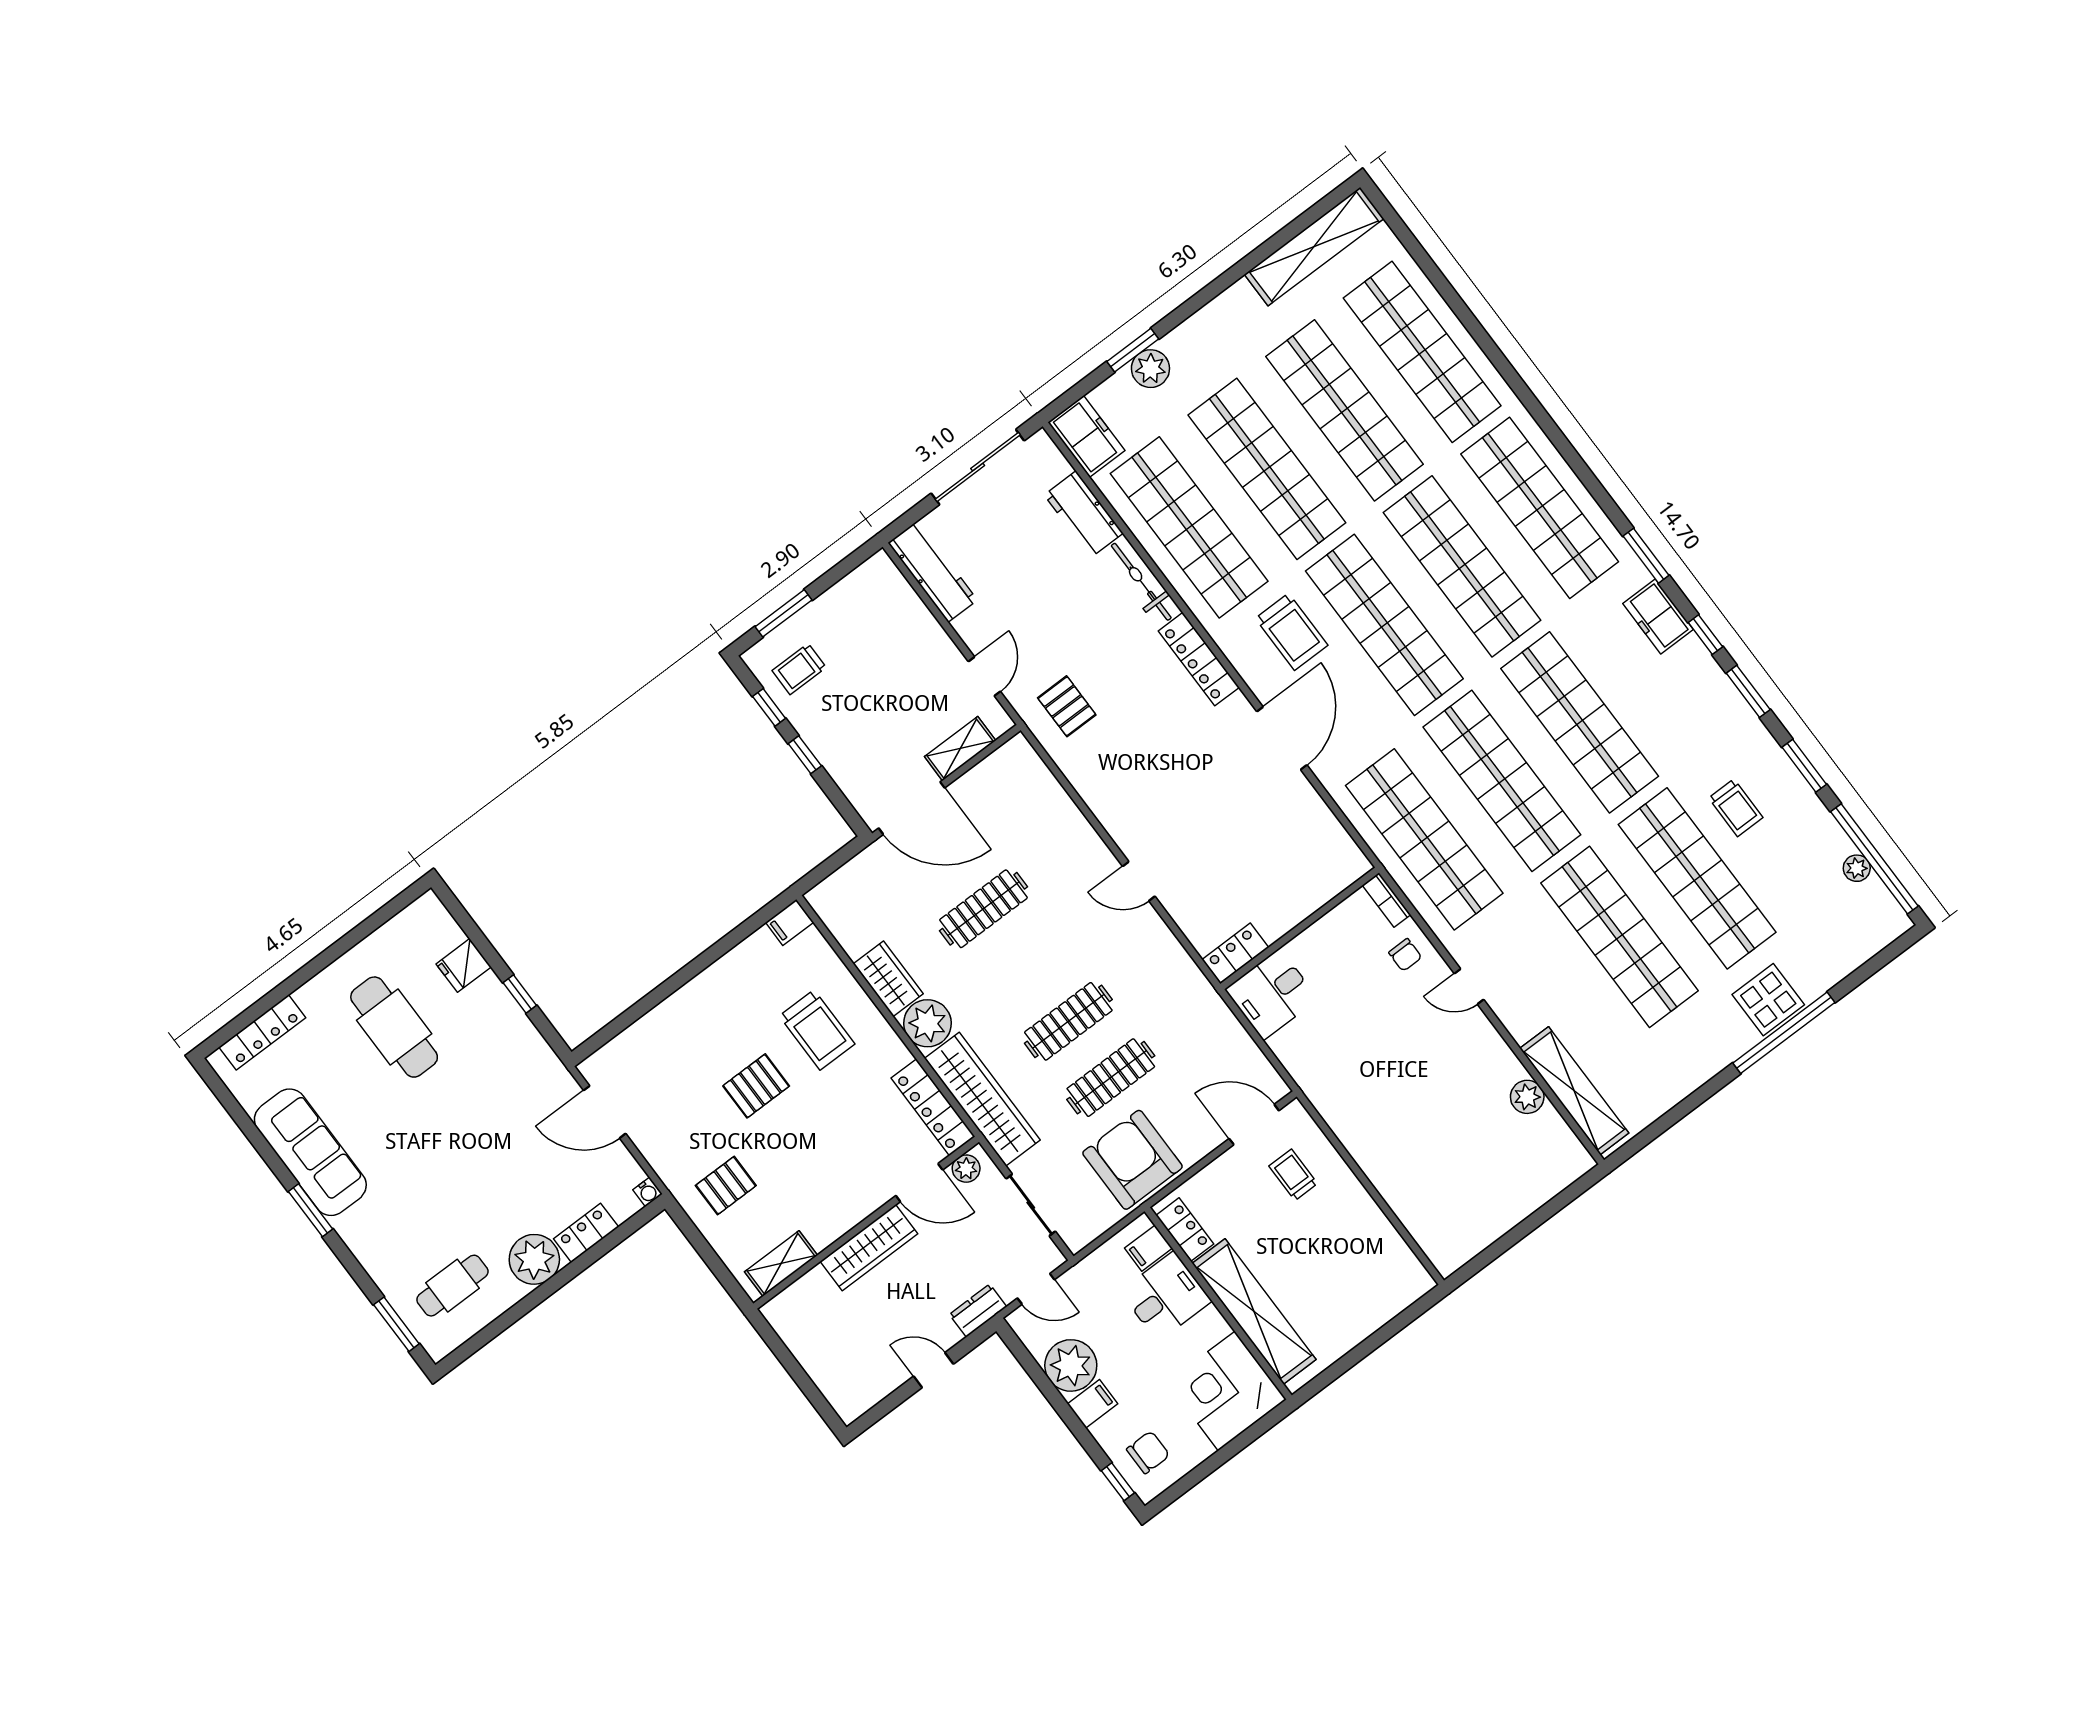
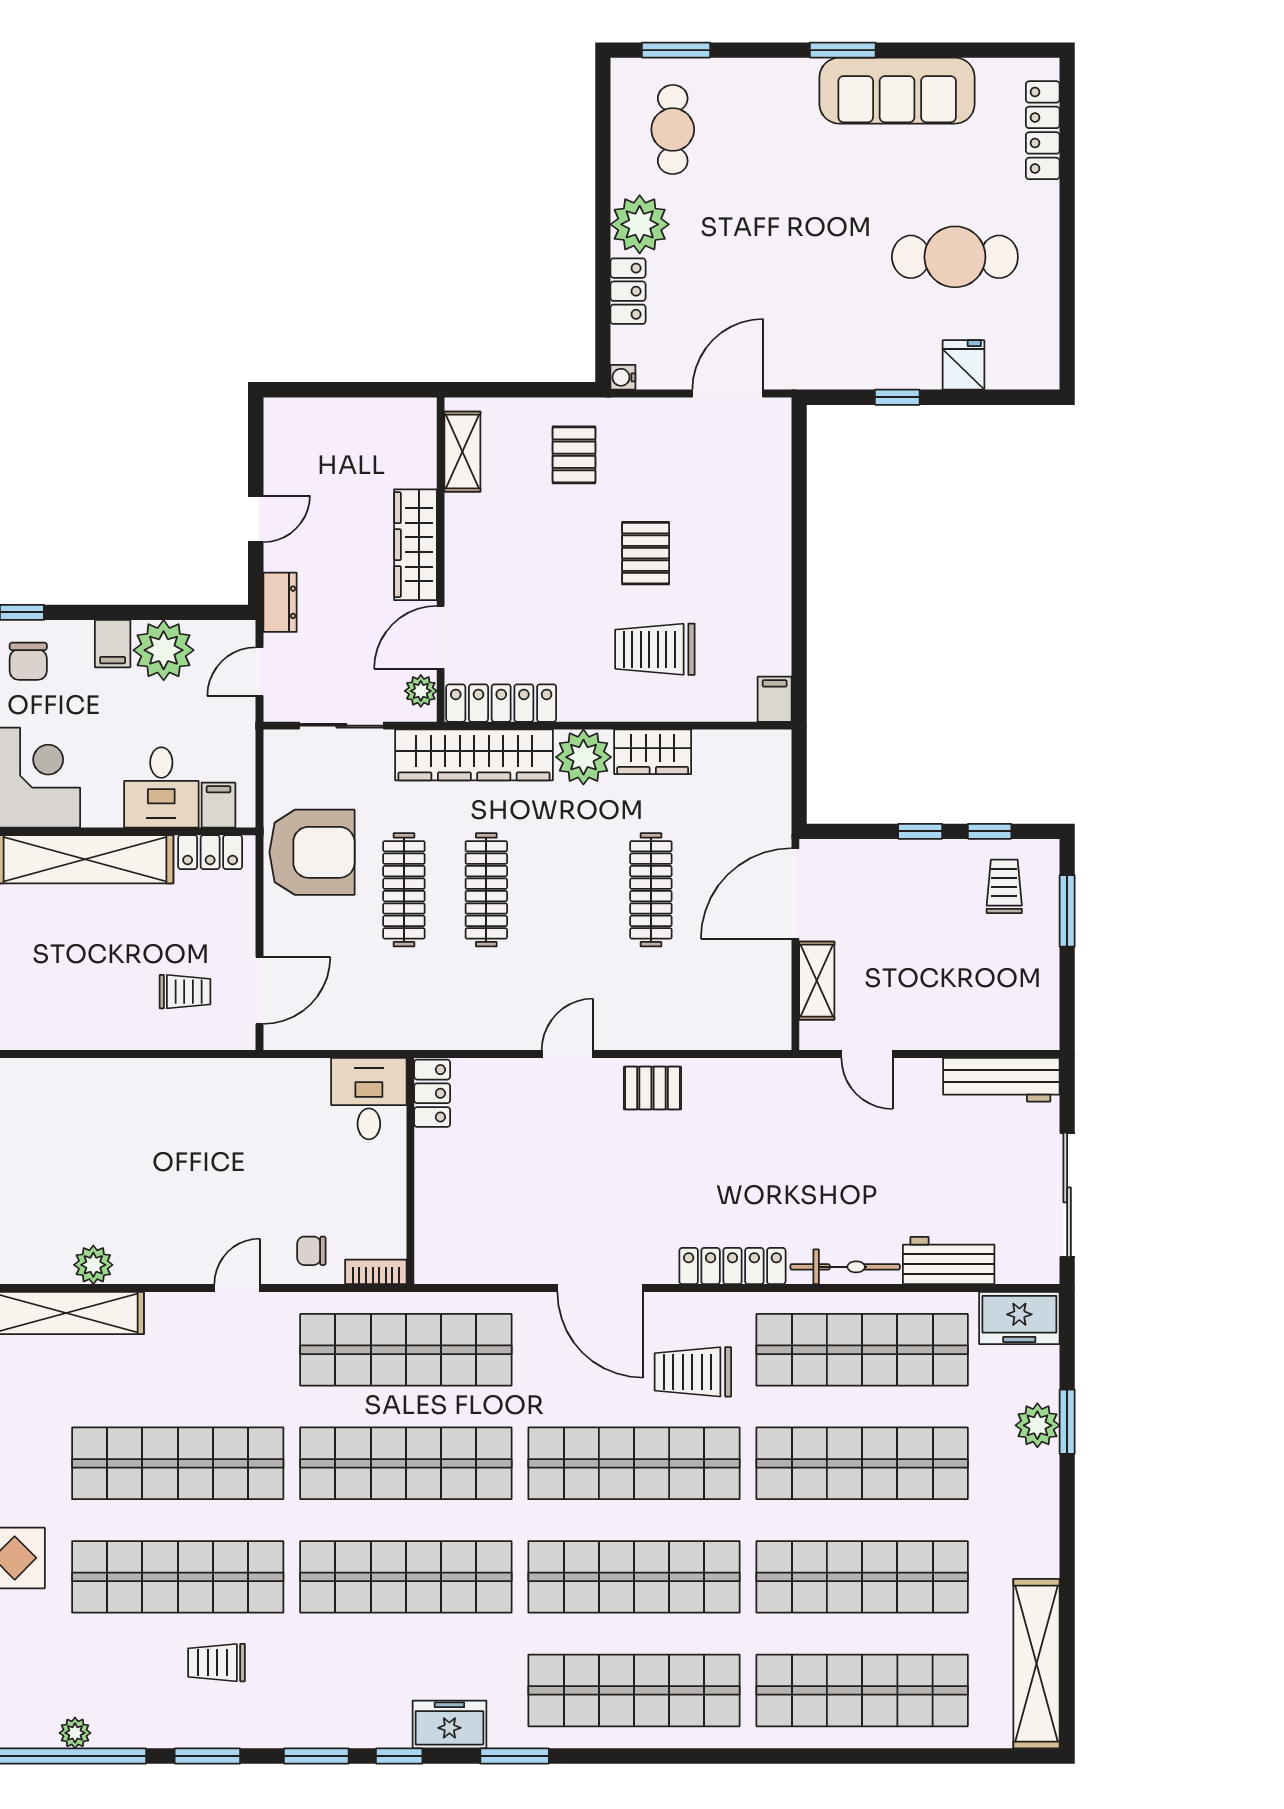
pallet: (1067, 706) -> (653, 1088), moved

